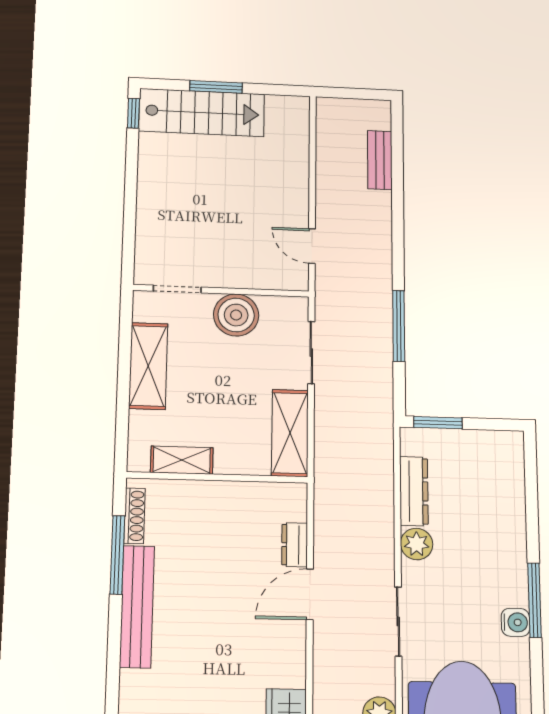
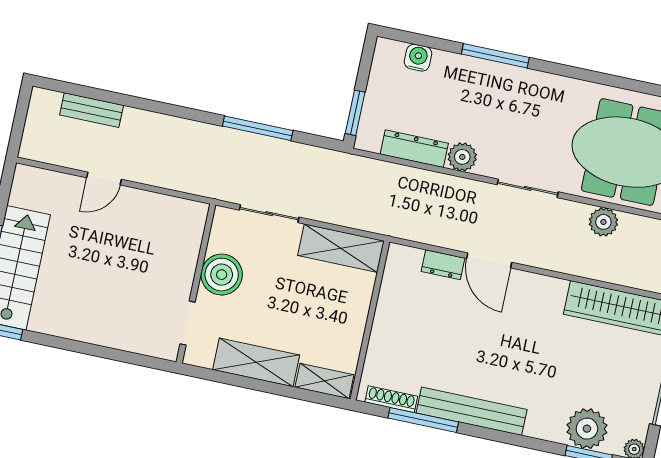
door: (312, 246) -> (104, 178), moved
shelving: (182, 460) -> (324, 381), moved, turned 90
window: (535, 600) -> (495, 56), moved
water cooler: (515, 622) -> (418, 58), moved

